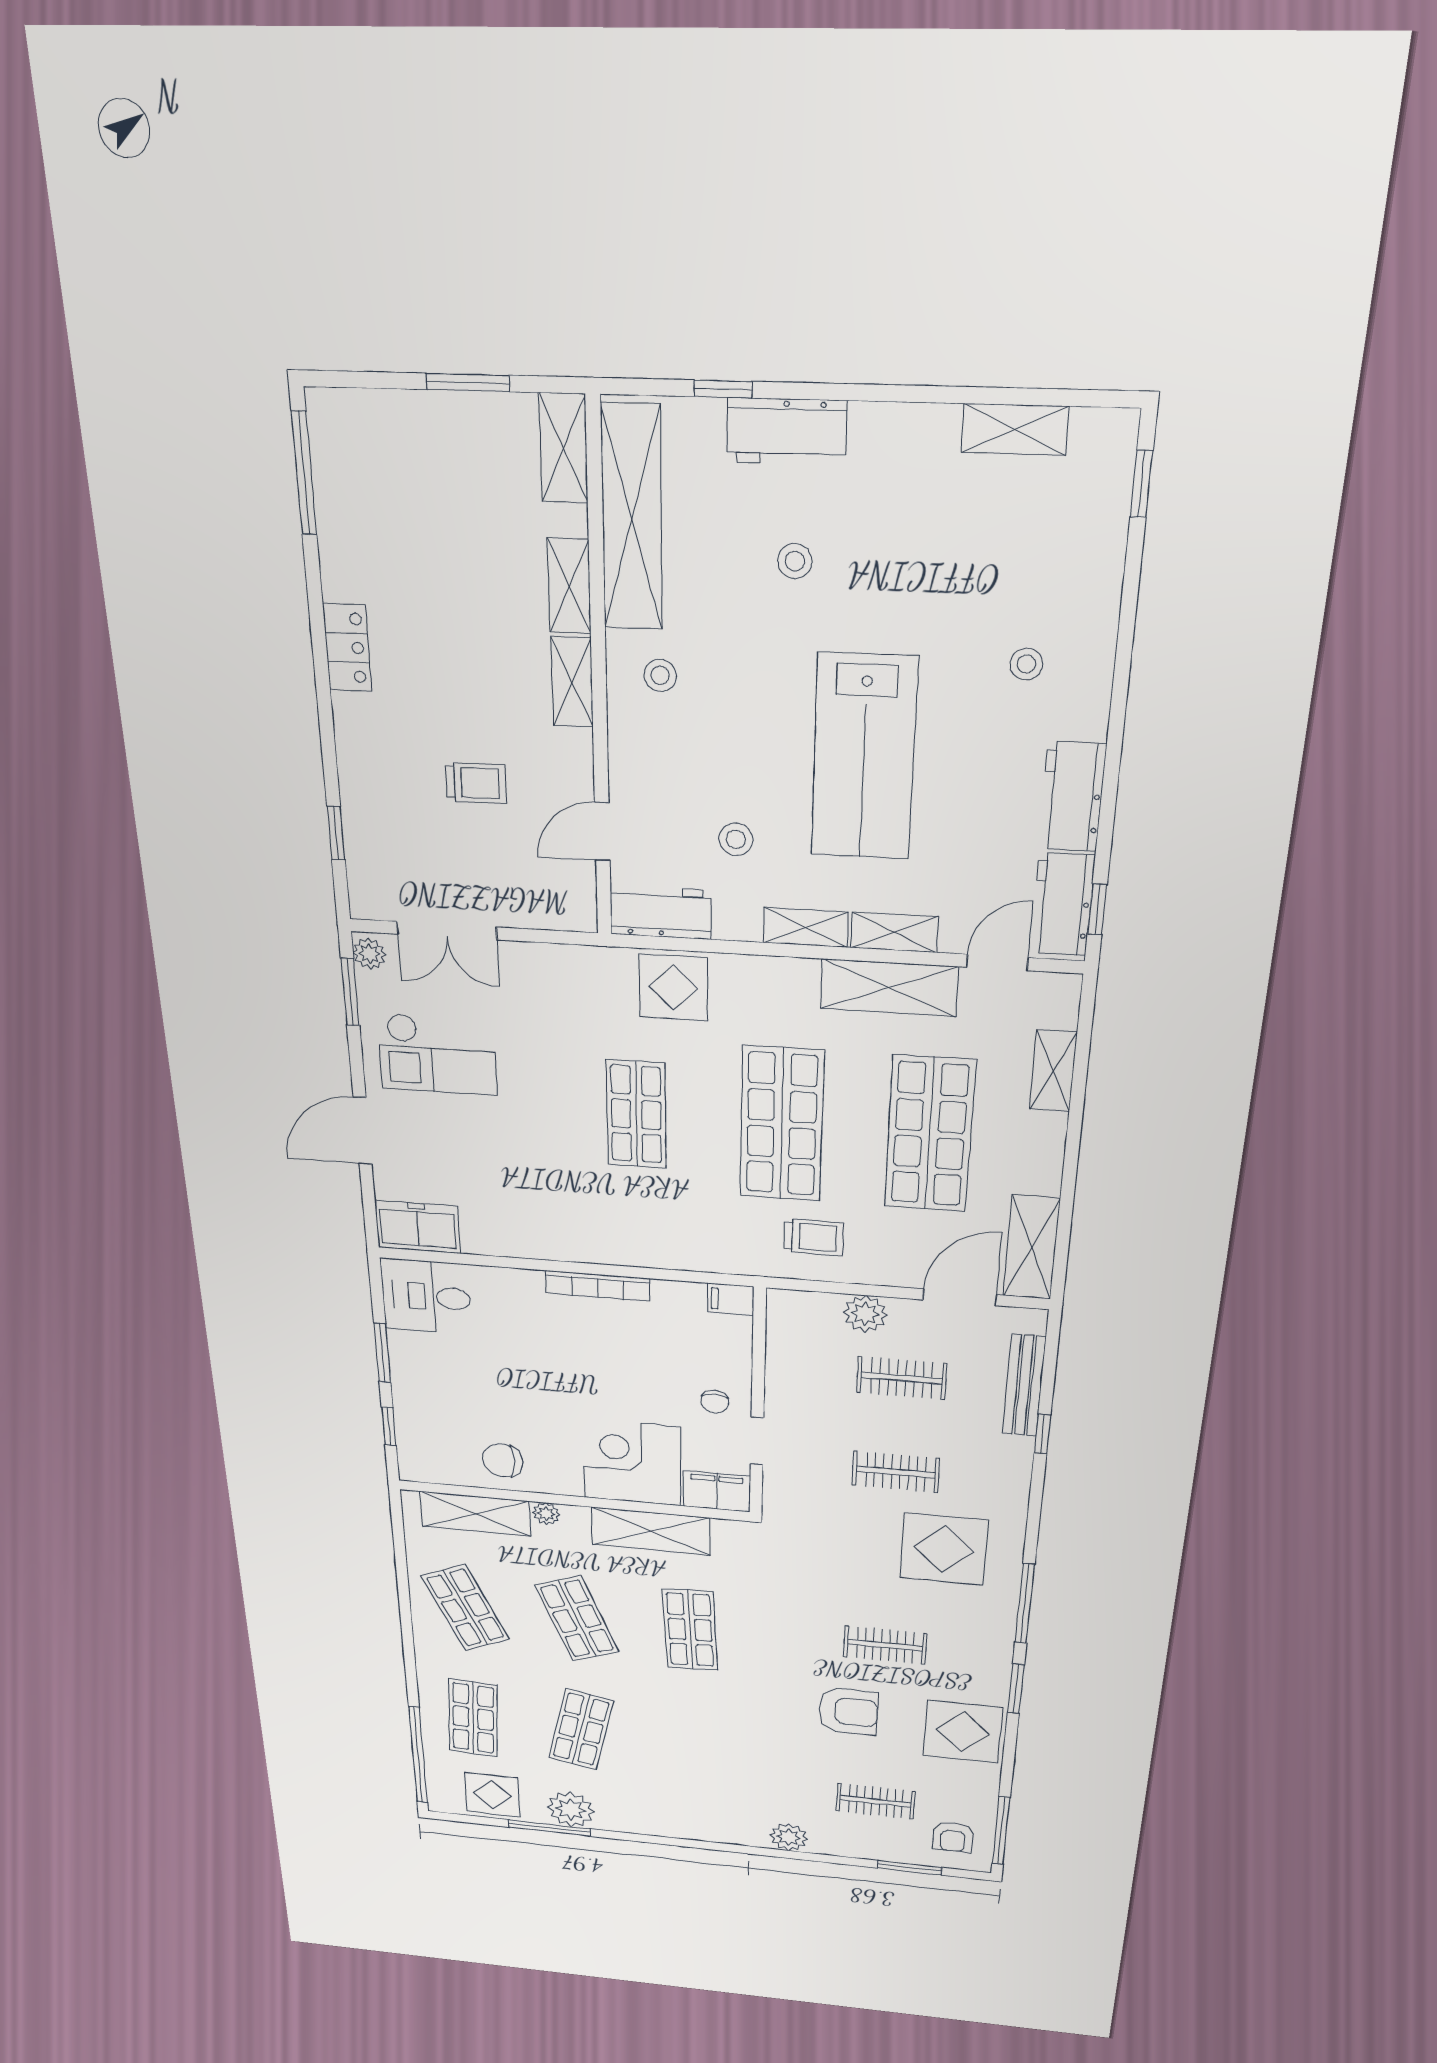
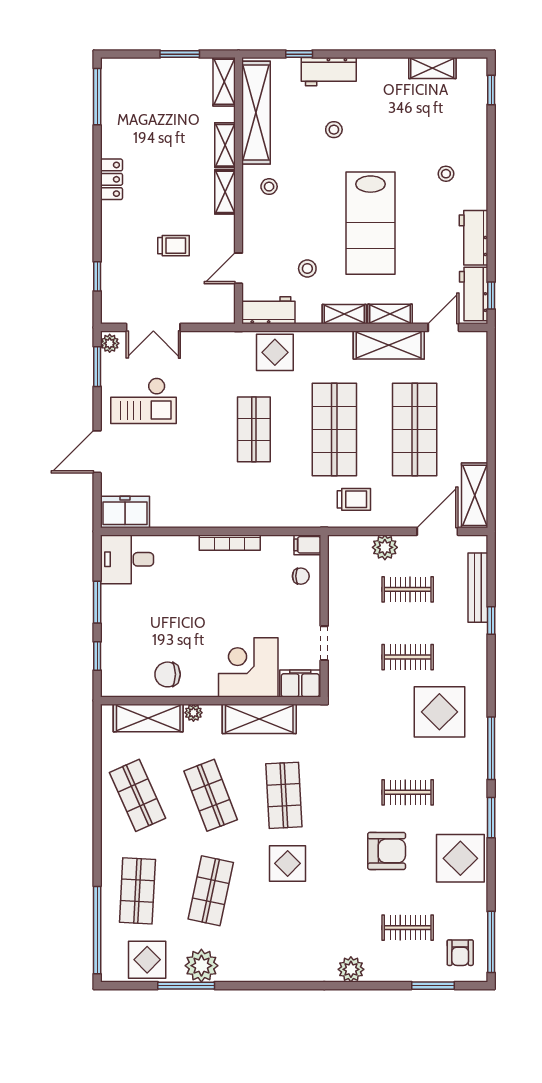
shelving: (1053, 1071) -> (477, 387), removed
chair: (715, 1402) -> (301, 576), moved, turned -90
display table: (696, 1710) -> (288, 863), added

